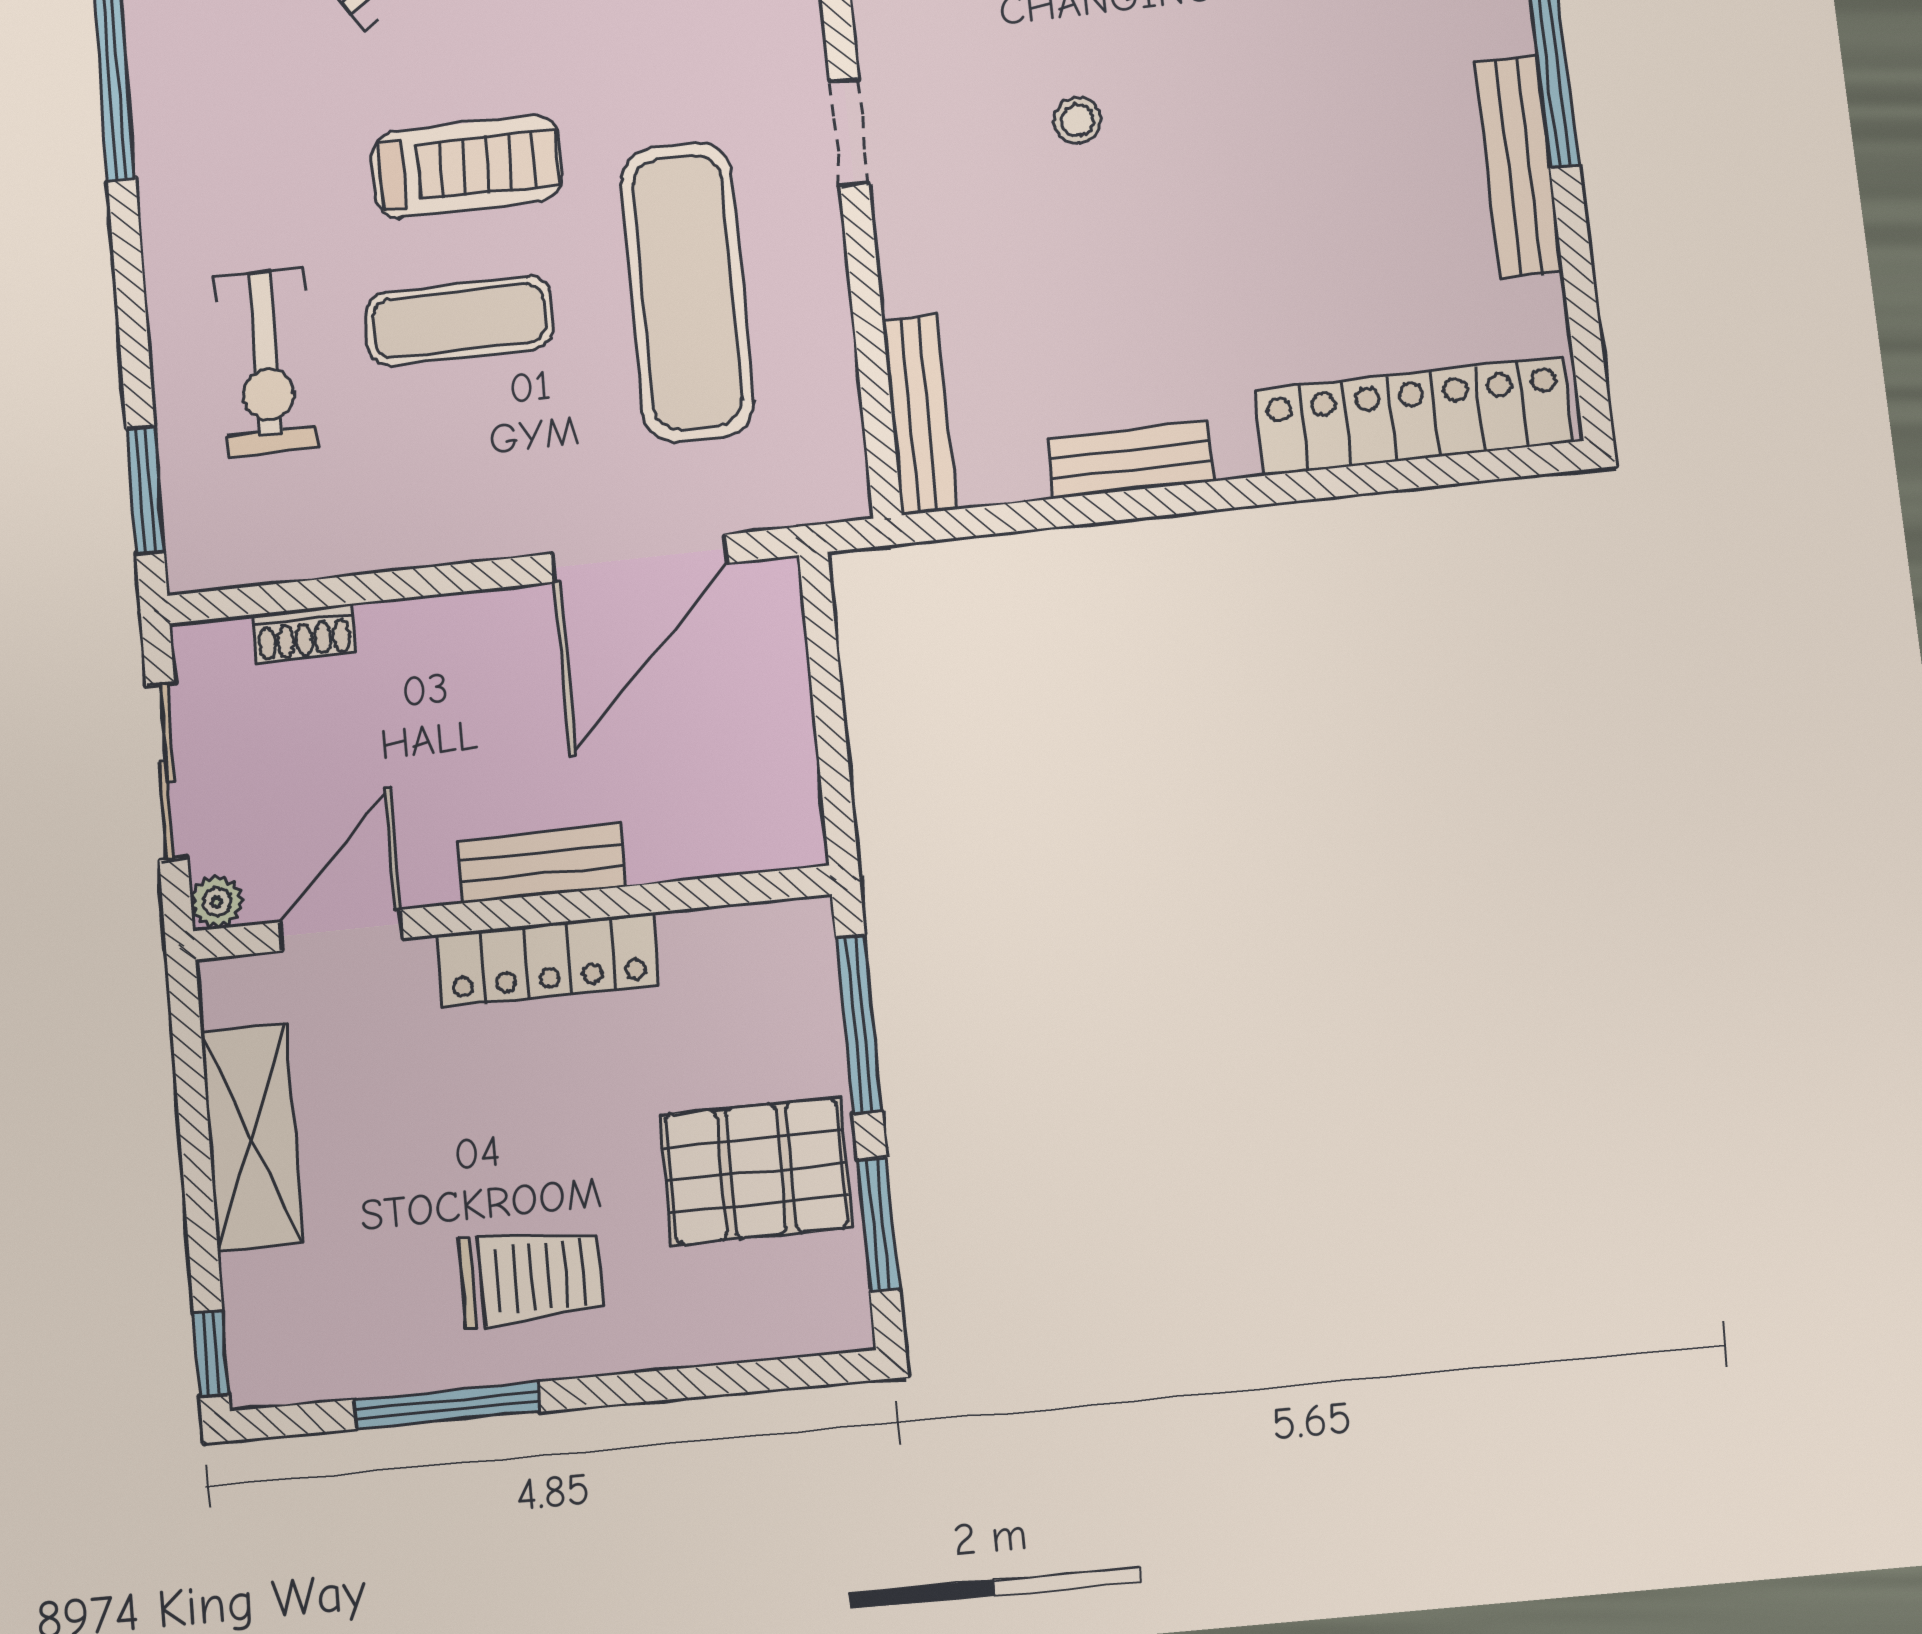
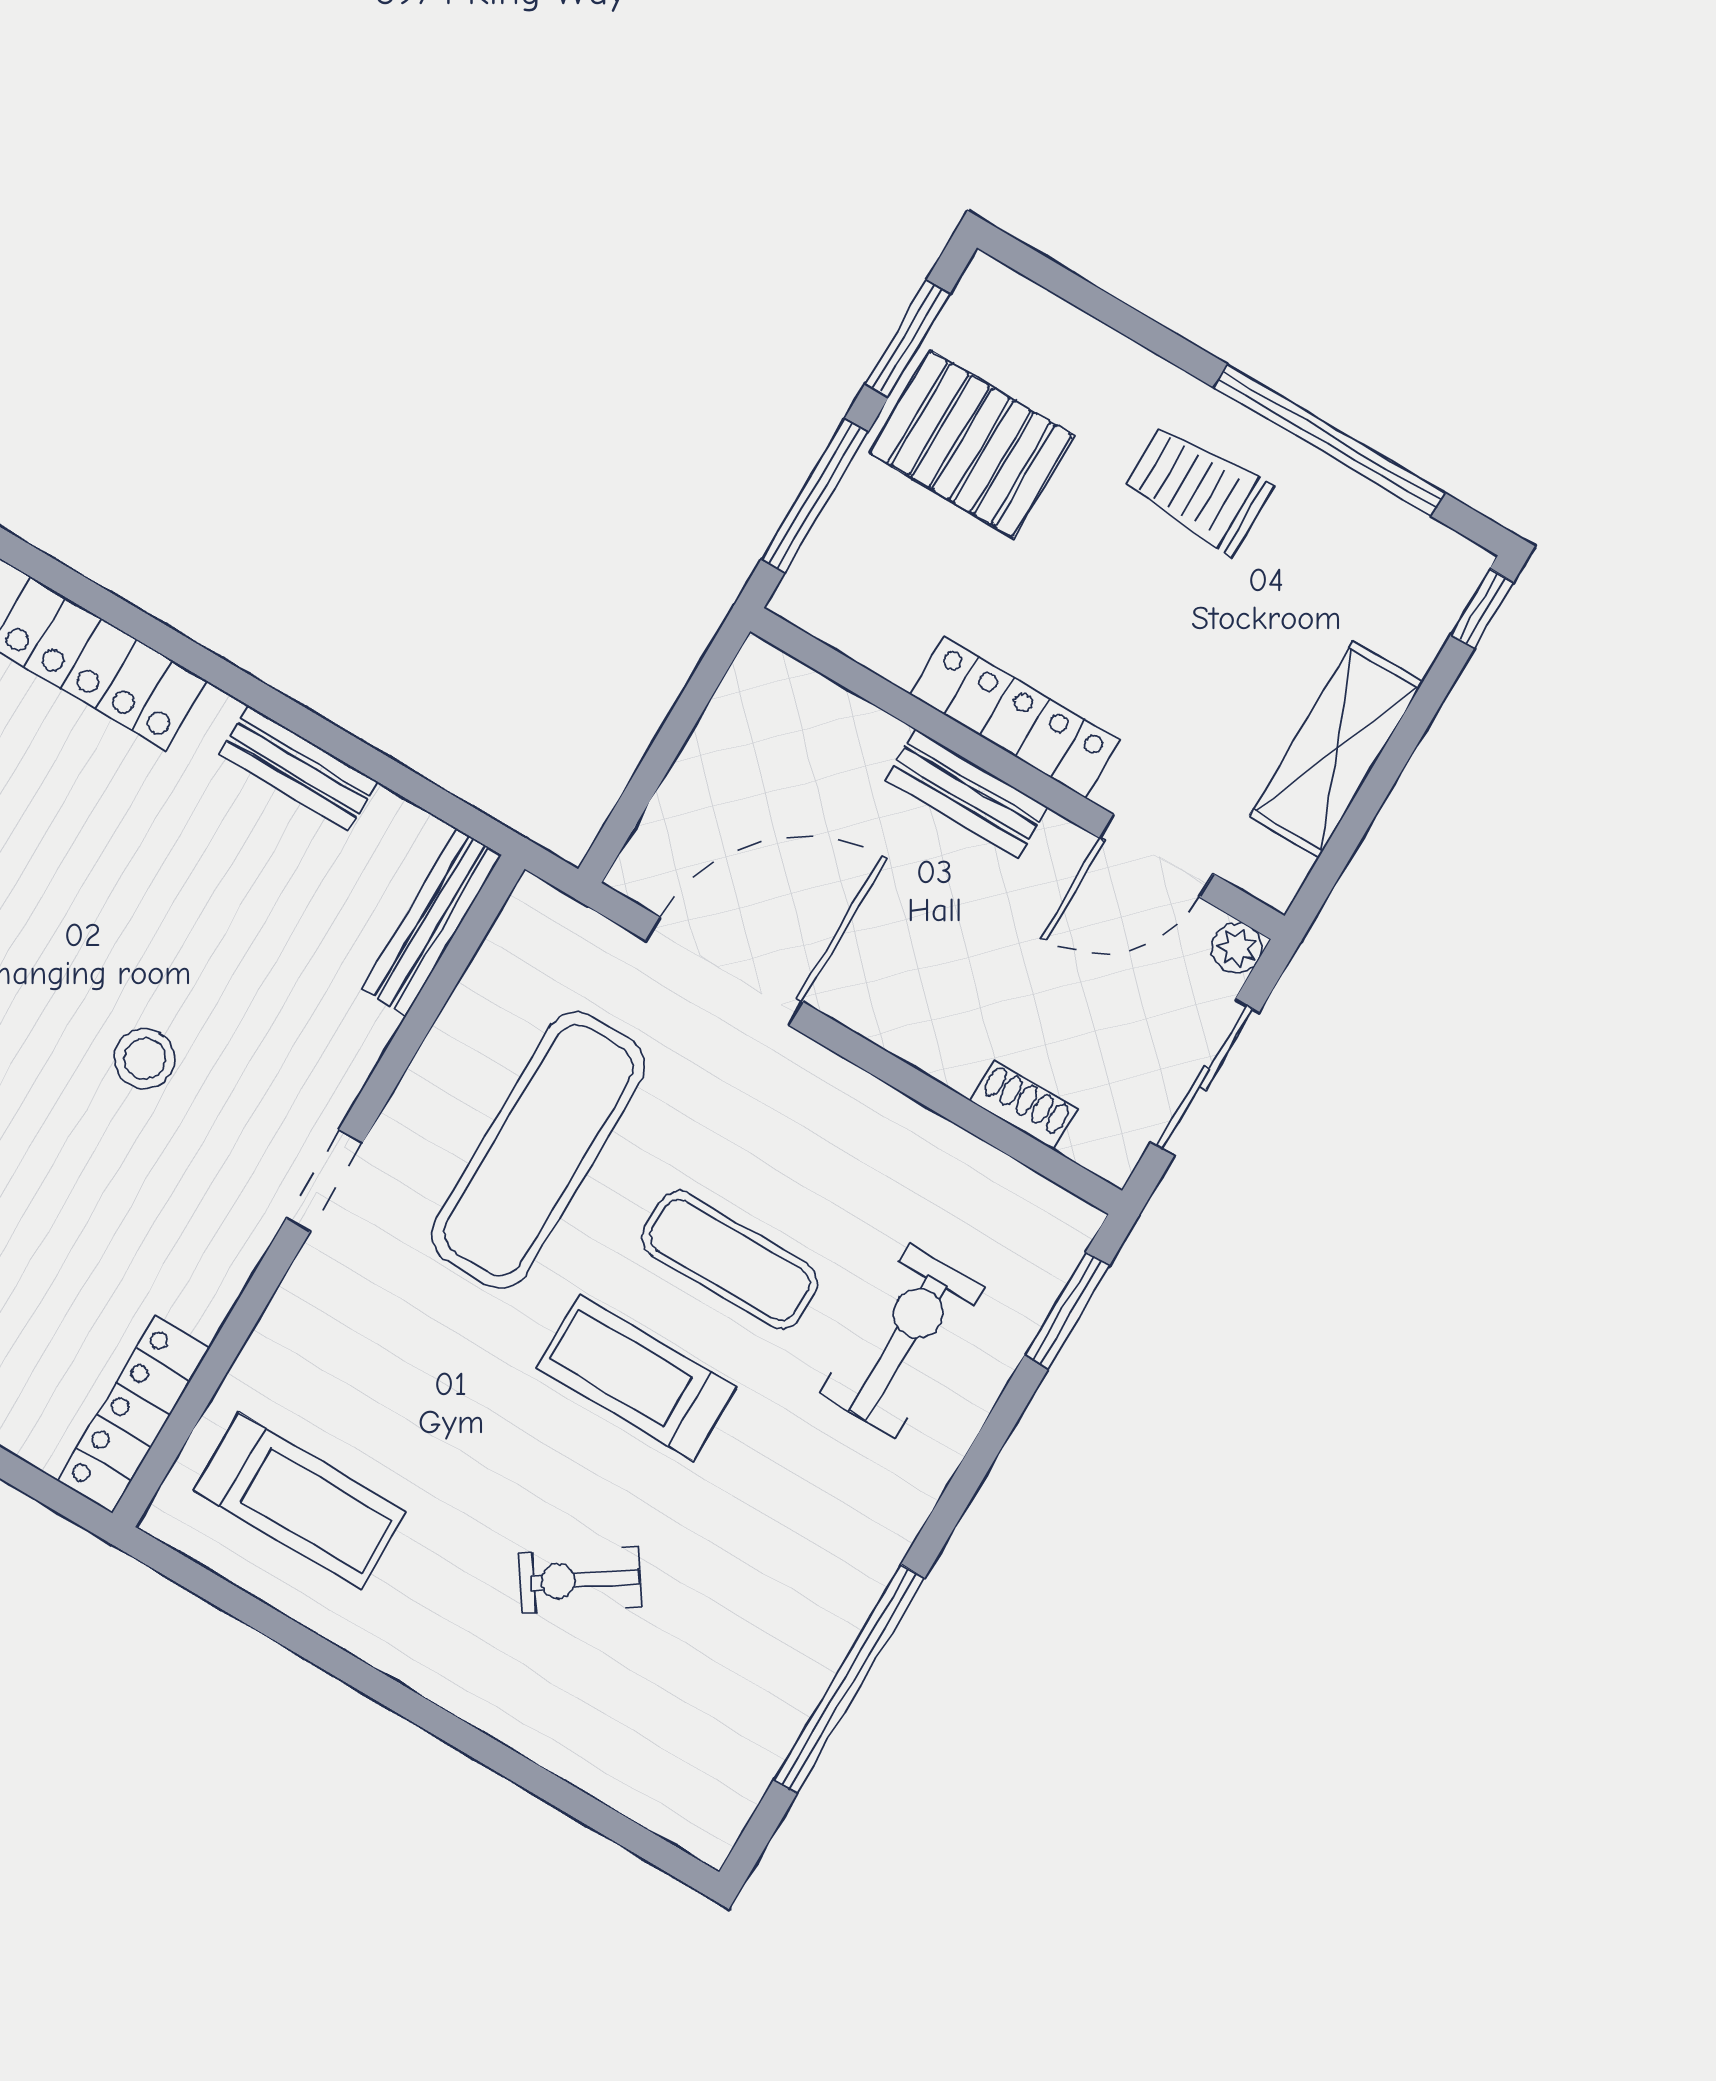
stool: (1077, 120) -> (145, 1059), width x1.37, depth x1.37
window: (447, 1406) -> (1329, 440), width x1.46

